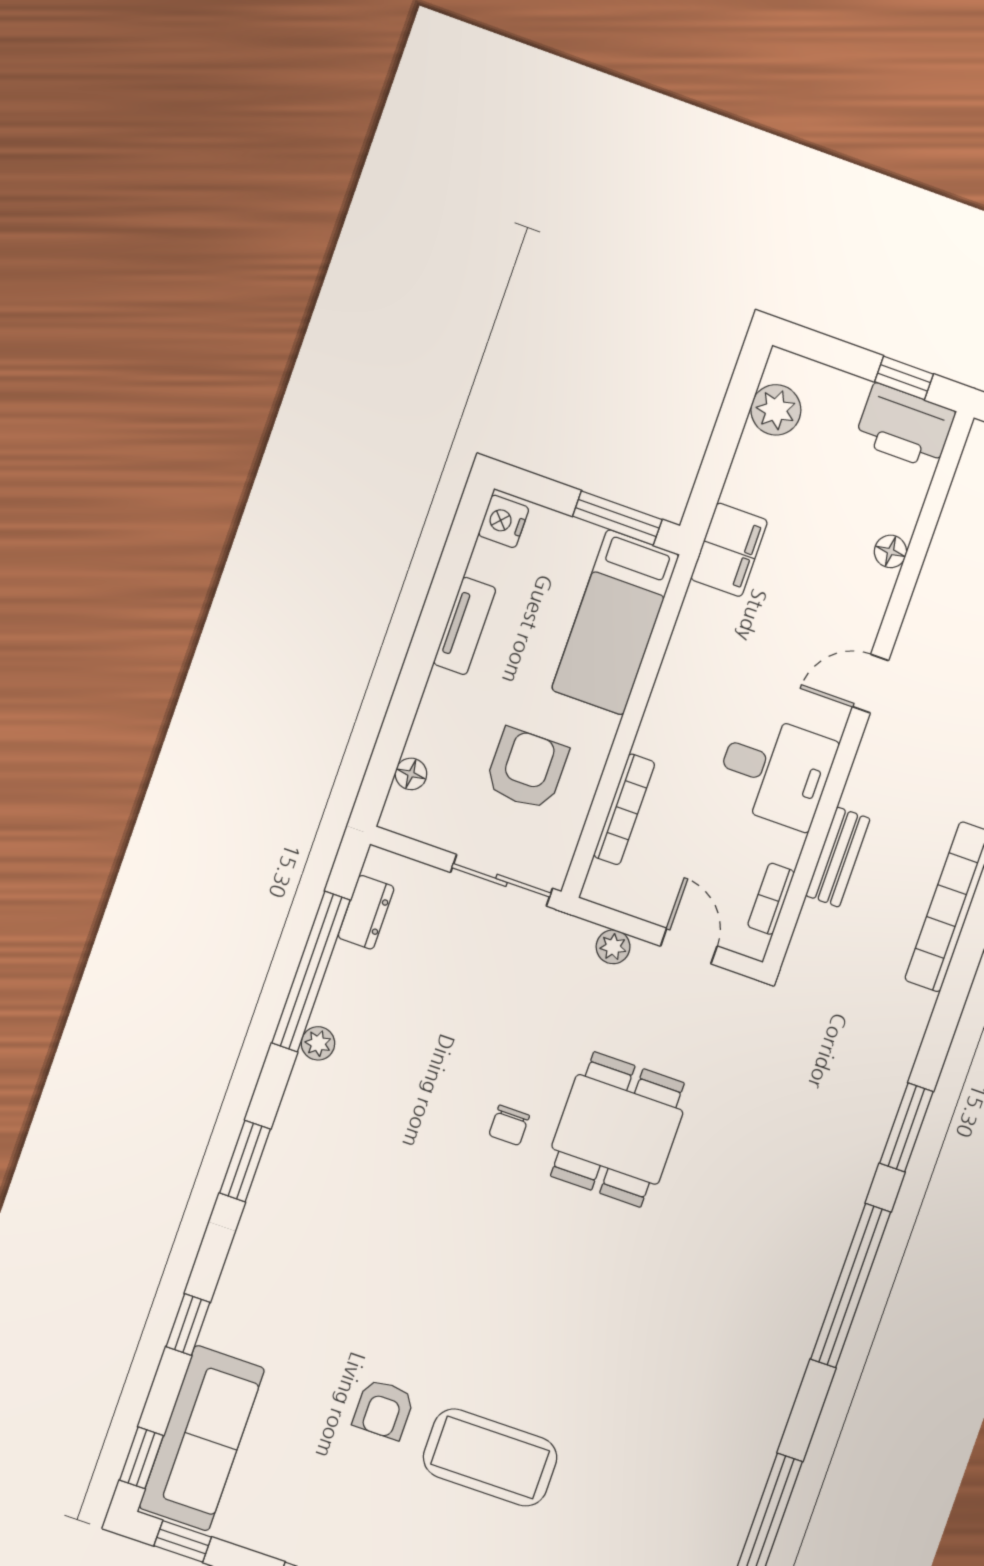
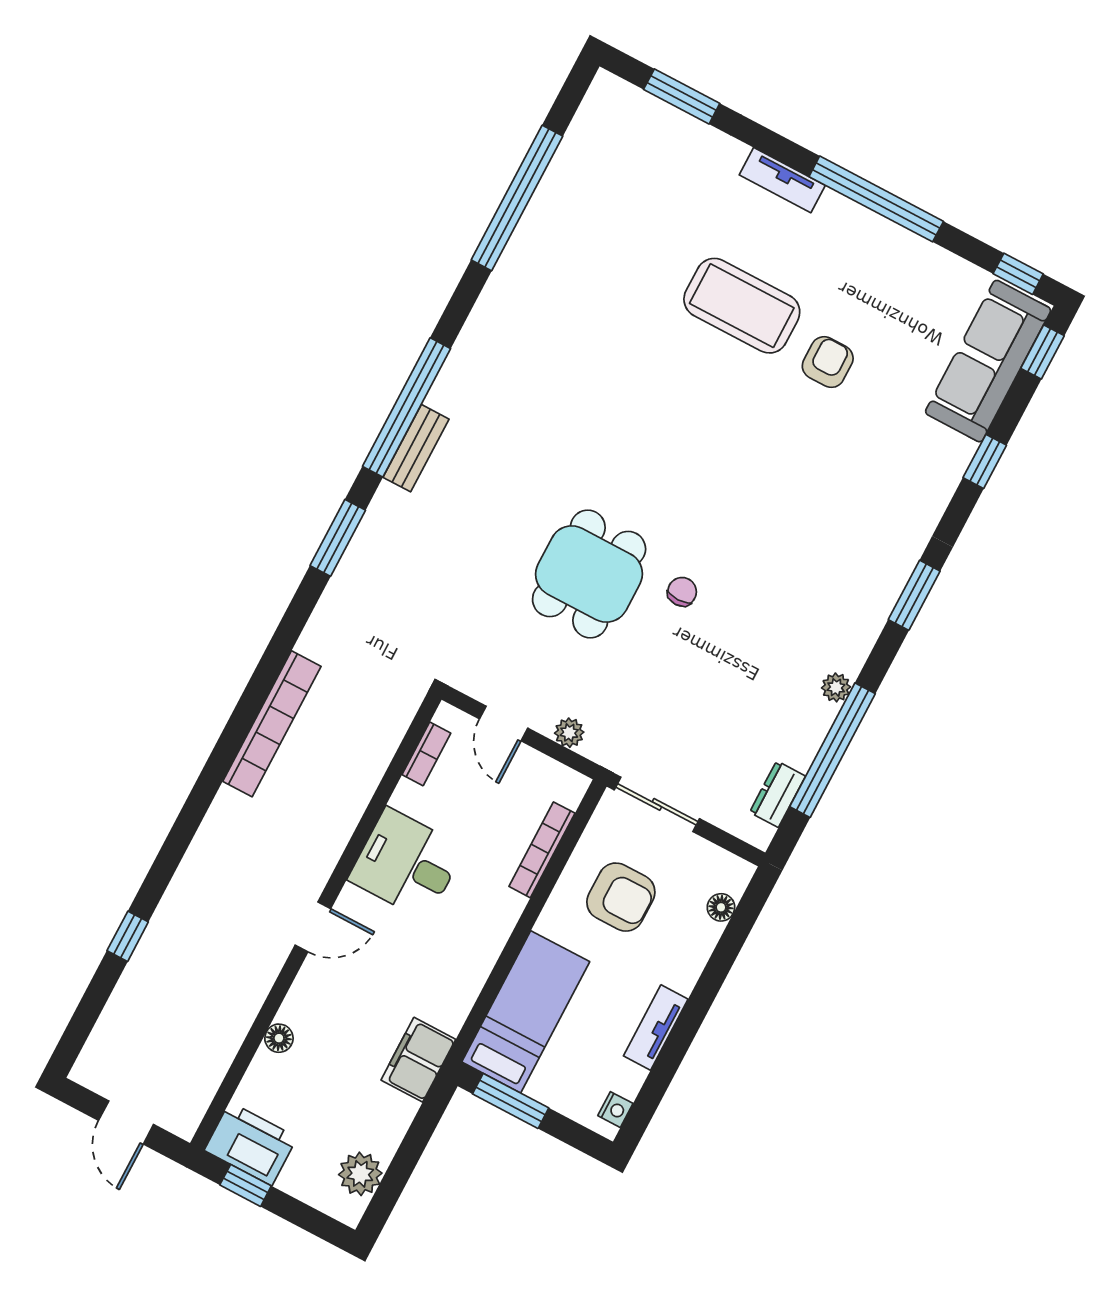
nightstand: (504, 521) -> (615, 1110), width x0.72, depth x0.74
armchair: (527, 769) -> (621, 897), turned -90
bench: (838, 857) -> (416, 448), moved

